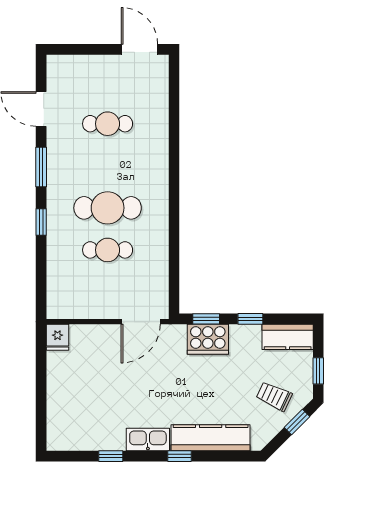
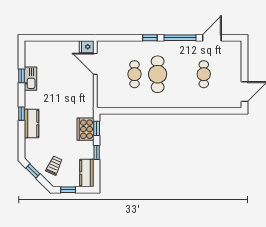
window: (41, 167) -> (180, 38), width x1.44
door: (141, 322) -> (95, 64), moved
window: (297, 422) -> (33, 171), moved
kitchen counter: (211, 438) -> (31, 124), width x0.67
kitchen sink: (148, 439) -> (31, 79), moved

